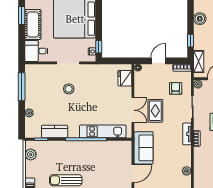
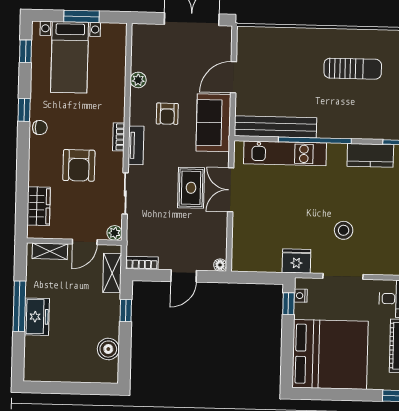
fridge: (125, 78) -> (296, 261), moved, turned -90
armchair: (176, 88) -> (167, 114), moved
bench: (109, 146) -> (275, 127), added

